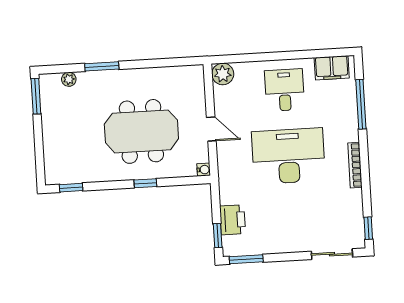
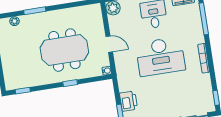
desk: (288, 156) -> (160, 57), turned 180

